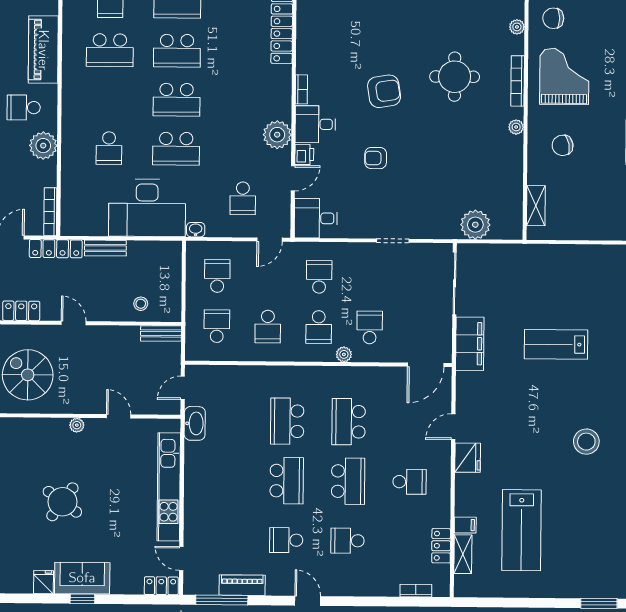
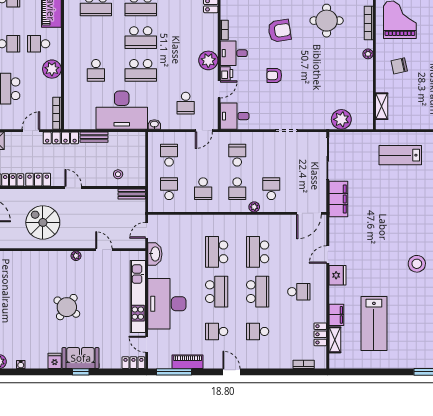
lab bench: (556, 344) -> (400, 155), moved
desk: (212, 498) -> (167, 304), added
filing cabinet: (465, 525) -> (336, 315), width x2.00

